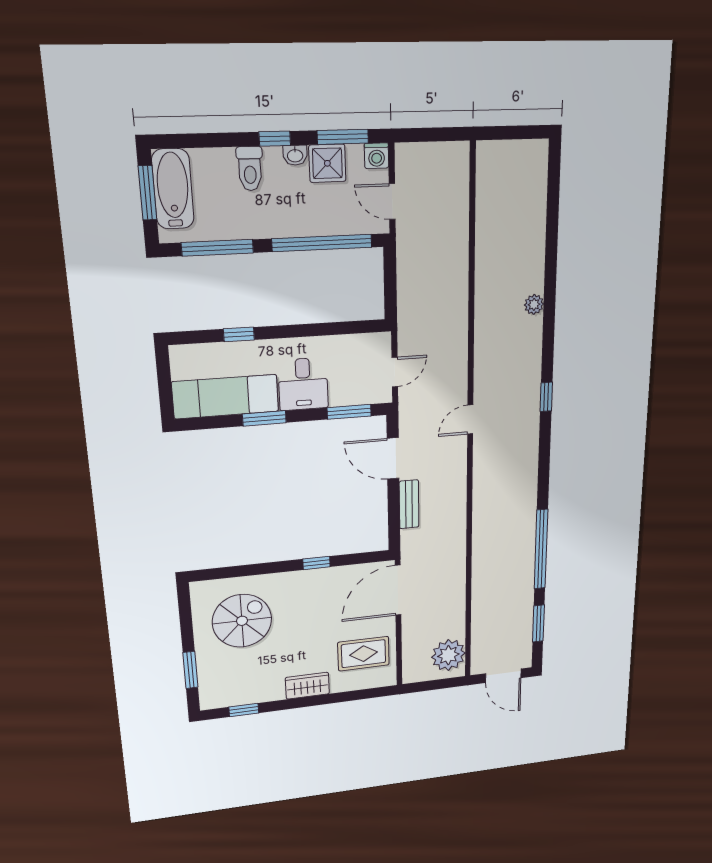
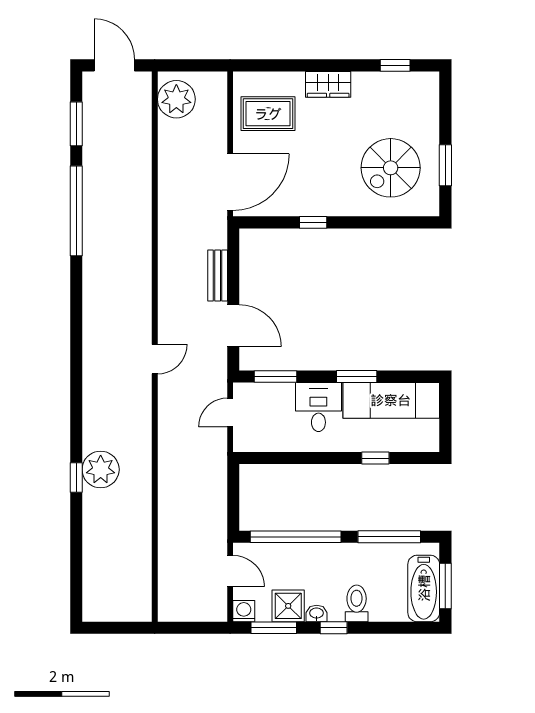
plant: (534, 304) -> (101, 470), width x1.88, depth x1.88
window: (546, 397) -> (76, 477), moved
window: (190, 670) -> (445, 165), moved

